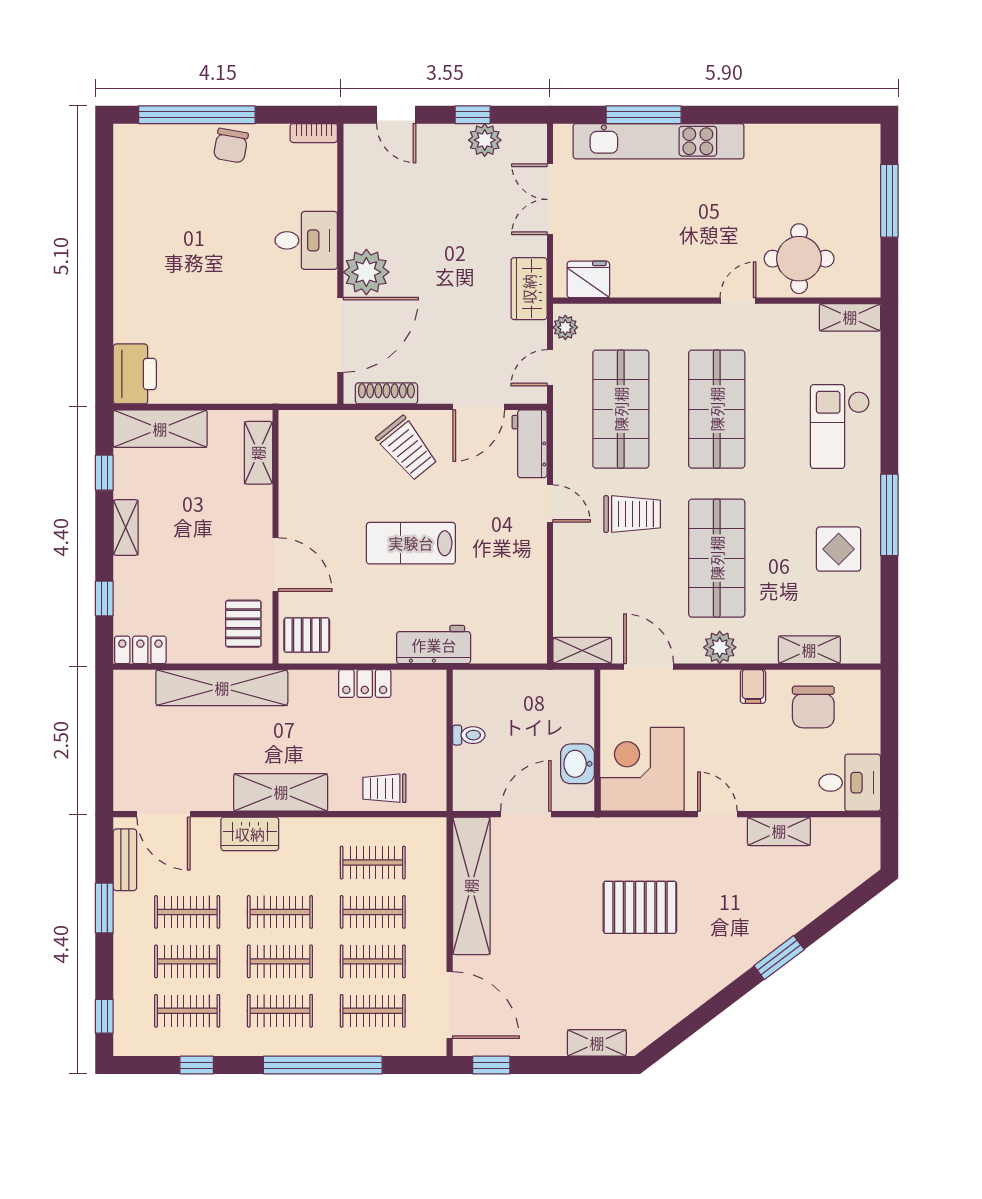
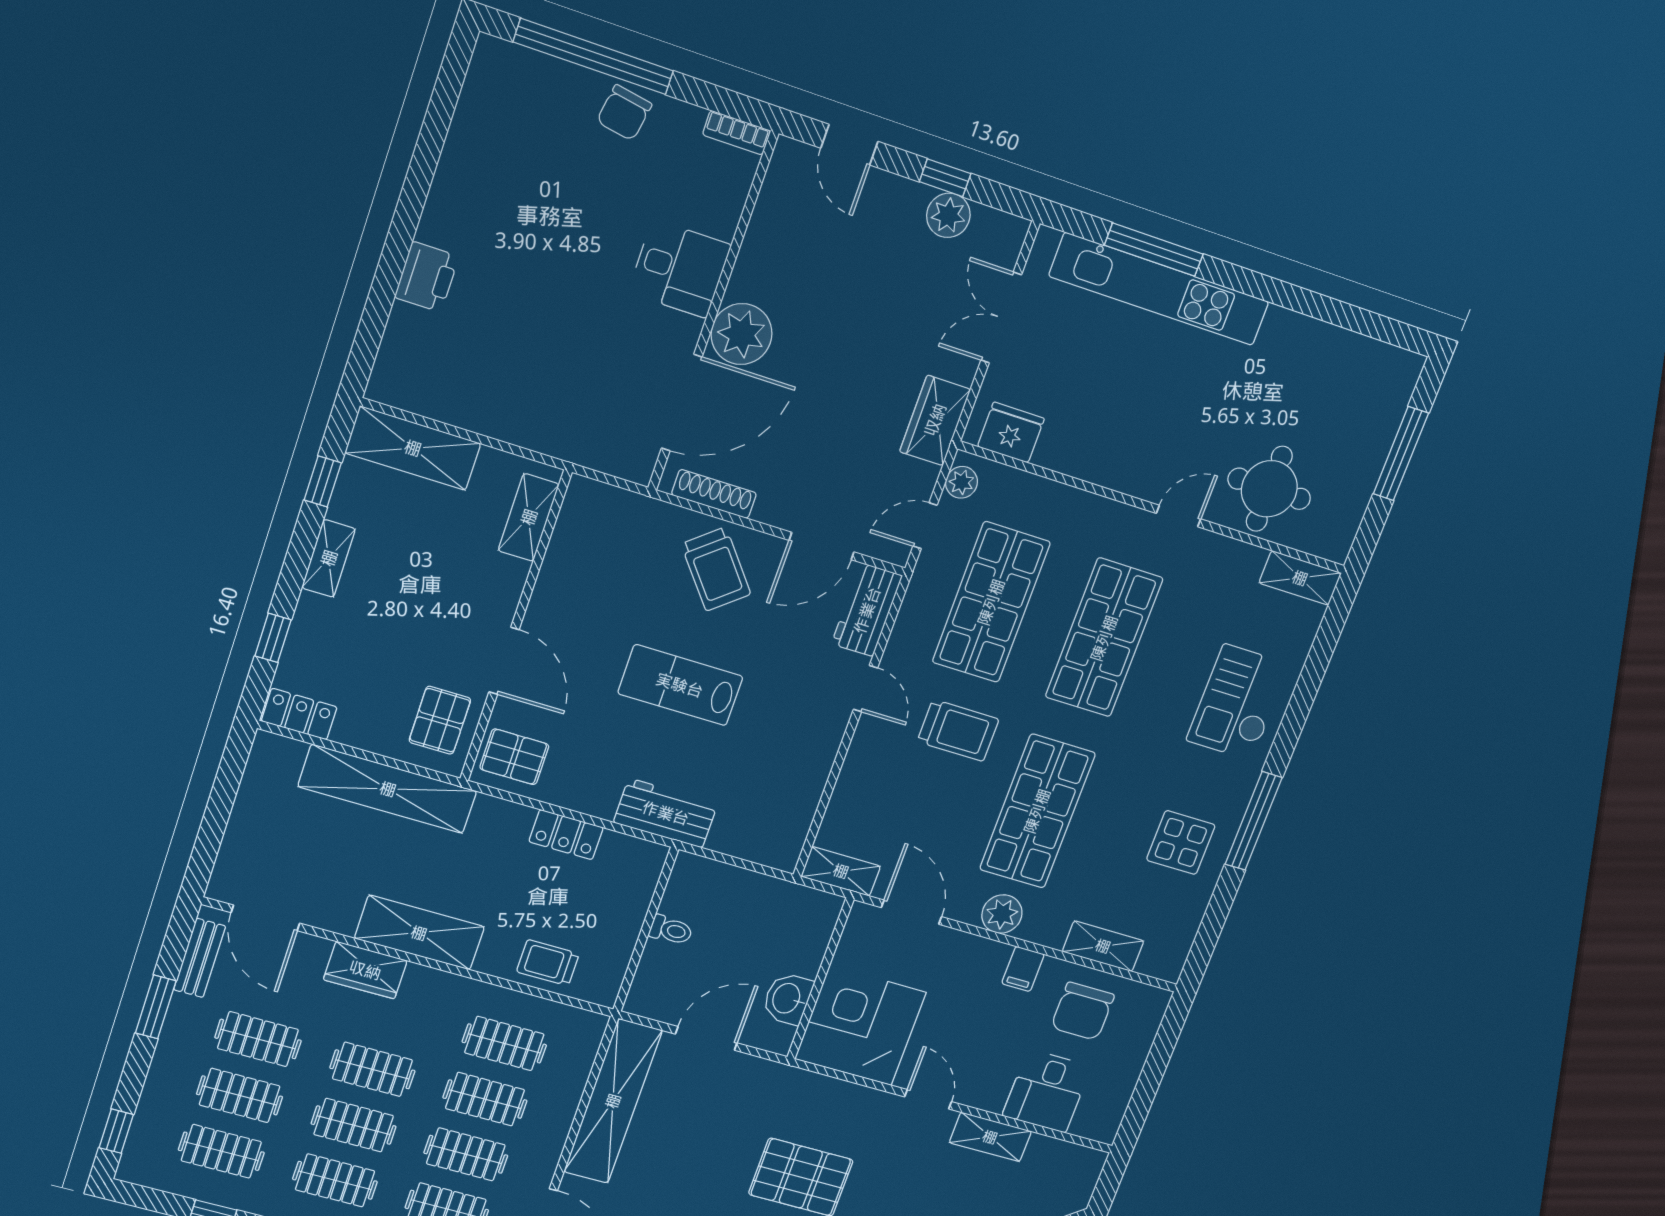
printer: (135, 374) -> (427, 277), moved, width x0.73, depth x0.84
desk: (850, 783) -> (1047, 1091), moved, turned 90

